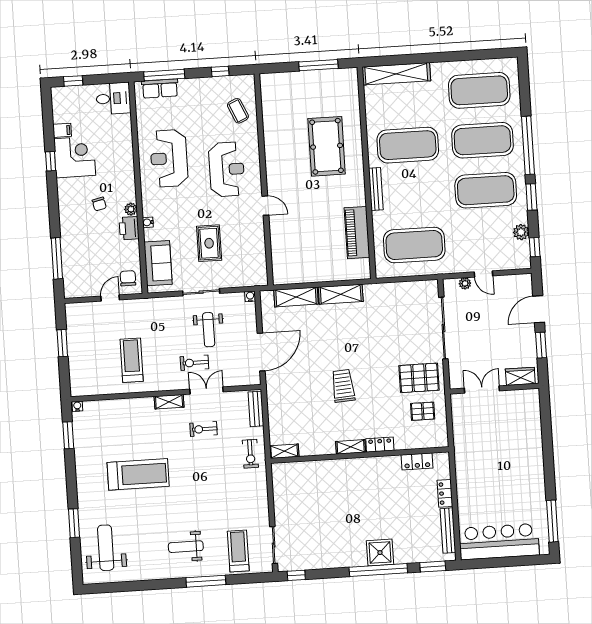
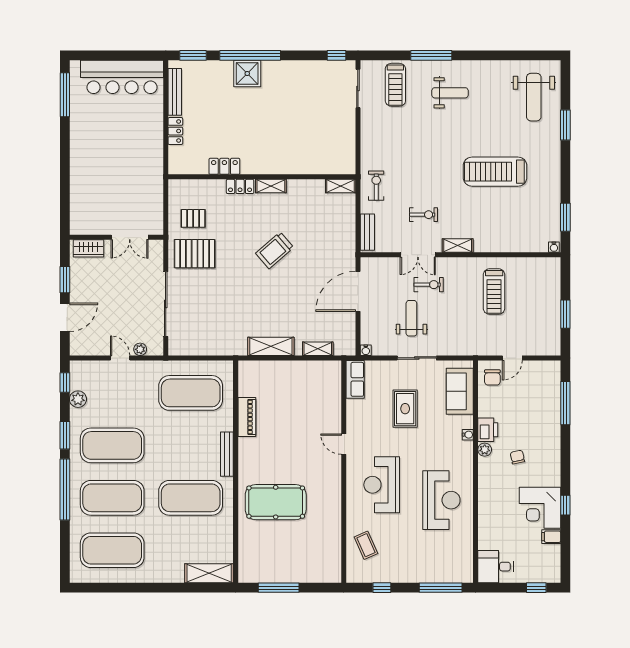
shelving: (396, 74) -> (209, 573), width x0.68
row of seats: (160, 89) -> (355, 379), moved, turned 90
pool table: (327, 146) -> (276, 502), turned 90
piano: (357, 233) -> (247, 417), width x0.73, depth x0.75
shelving: (296, 297) -> (318, 349), width x0.67, depth x0.75
trolley: (343, 386) -> (275, 250), turned 53
locker: (417, 461) -> (224, 166), moved

